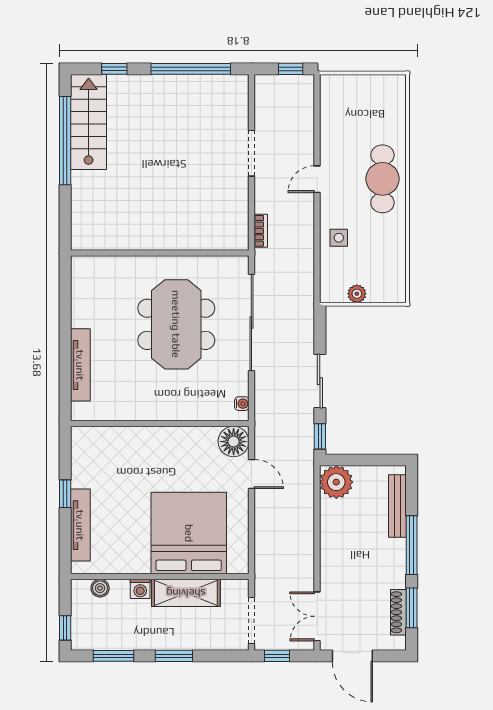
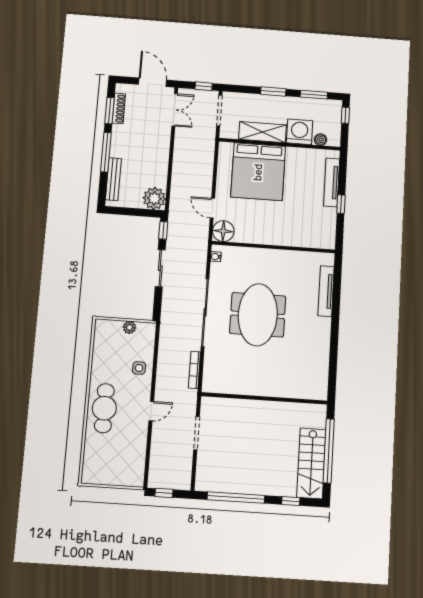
bookcase: (261, 231) -> (194, 370), width x1.56
wall: (160, 253) -> (264, 398), moved
washing machine: (140, 589) -> (300, 132), width x1.89, depth x1.89

